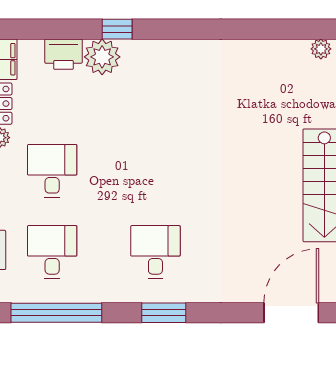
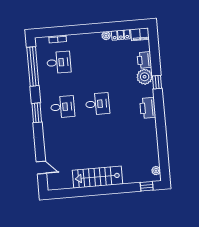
printer: (175, 56) -> (148, 108), added
desk: (52, 171) -> (97, 104), moved
door: (291, 313) -> (41, 168), width x0.53

